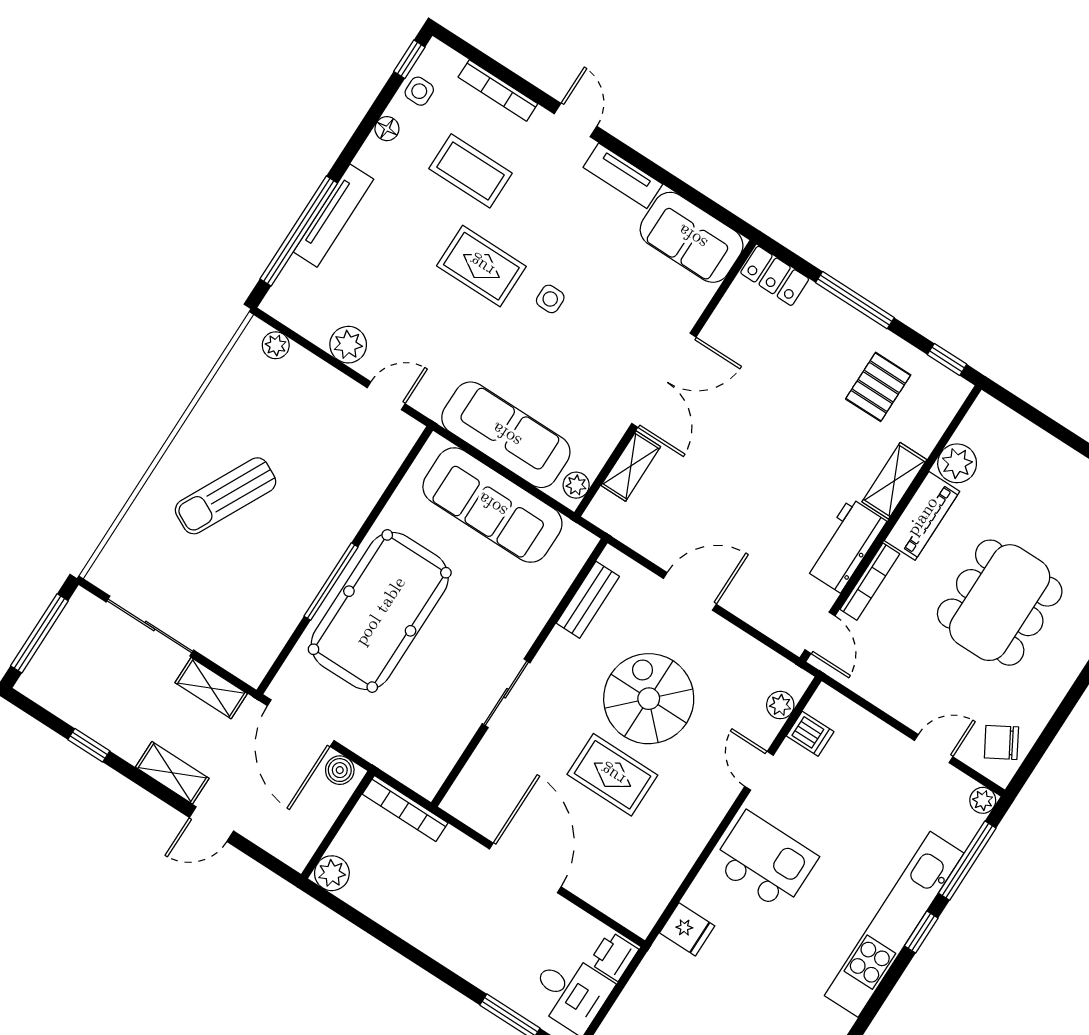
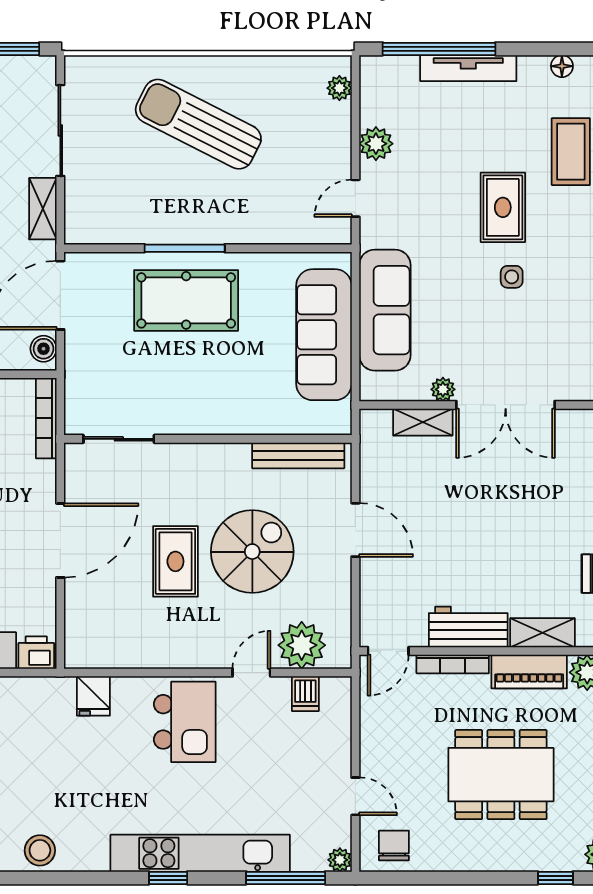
door: (386, 396) -> (355, 198), swing flipped
plant: (576, 485) -> (443, 389), moved
sun lounger: (226, 496) -> (198, 124), width x1.36, depth x1.34
bench: (588, 600) -> (298, 455), width x1.36
pool table: (380, 611) -> (186, 300), width x0.73, depth x0.76
sliding door: (506, 693) -> (119, 439), moved
plant: (780, 705) -> (302, 645), width x1.87, depth x1.87
chair: (1001, 742) -> (394, 846), turned 30
window: (921, 932) -> (168, 878), moved

